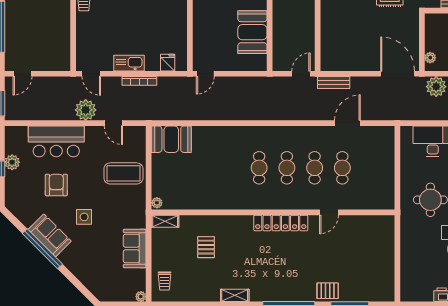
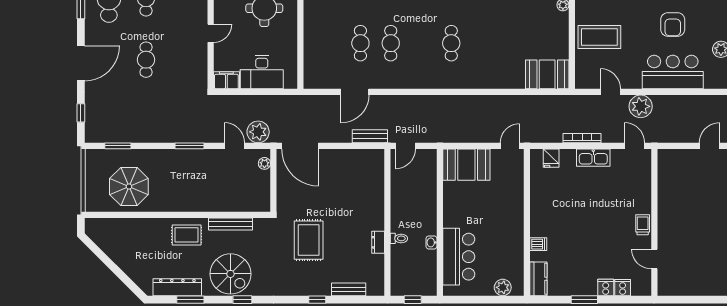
booth: (252, 32) -> (466, 165), moved, turned 90
cafe table: (287, 168) -> (421, 43), removed

